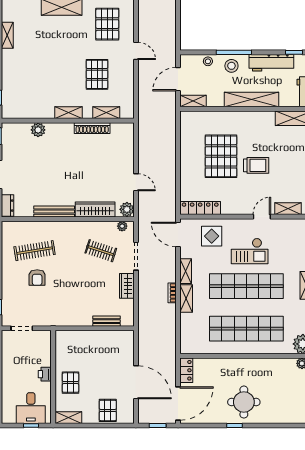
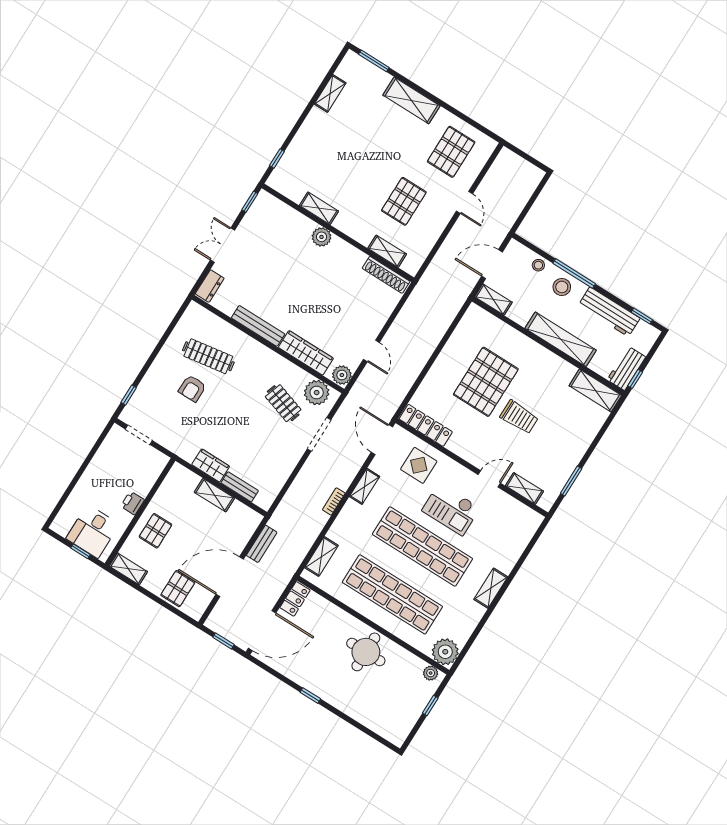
shelving: (68, 113) -> (319, 208), moved
shoe rack: (92, 128) -> (386, 275), moved
plant: (38, 130) -> (322, 237), moved
plant: (122, 226) -> (317, 393), width x1.88, depth x1.88
wardrobe: (127, 286) -> (211, 465), moved, turned 90
shelving: (186, 299) -> (322, 557), moved
shelving: (94, 337) -> (214, 495), added
bench: (143, 349) -> (262, 544), added
door: (136, 382) -> (230, 577), swing flipped
round table: (244, 402) -> (366, 652), moved

